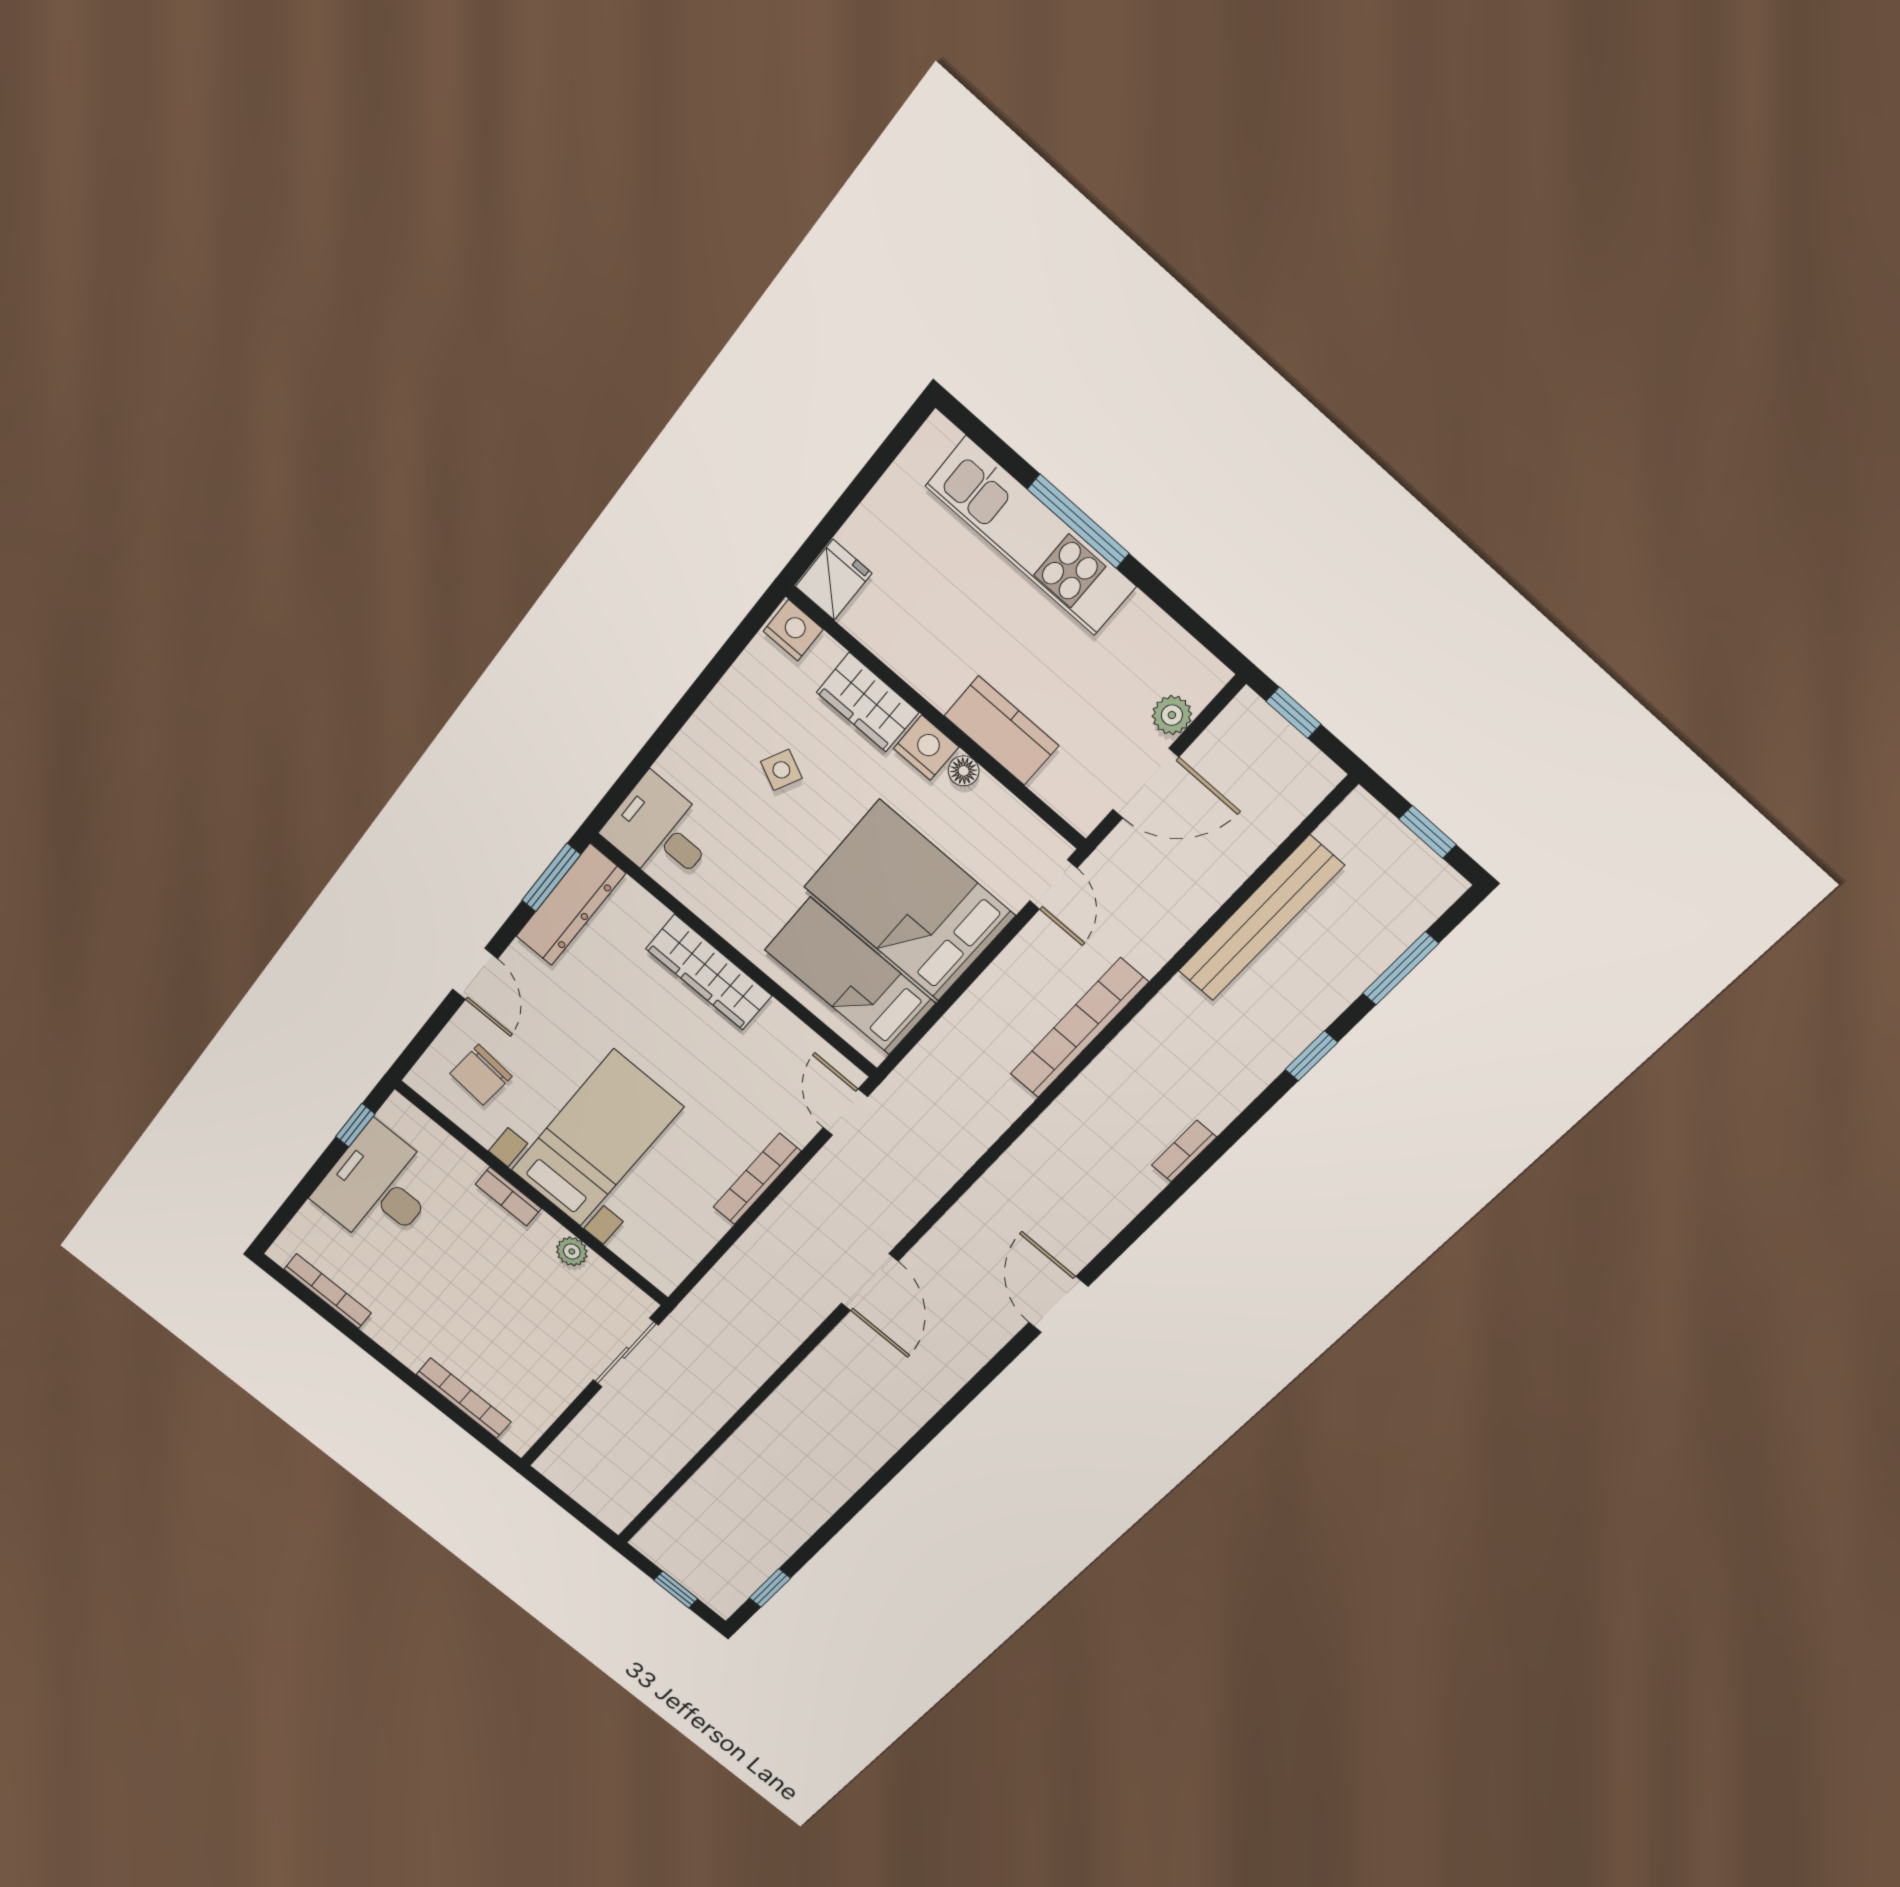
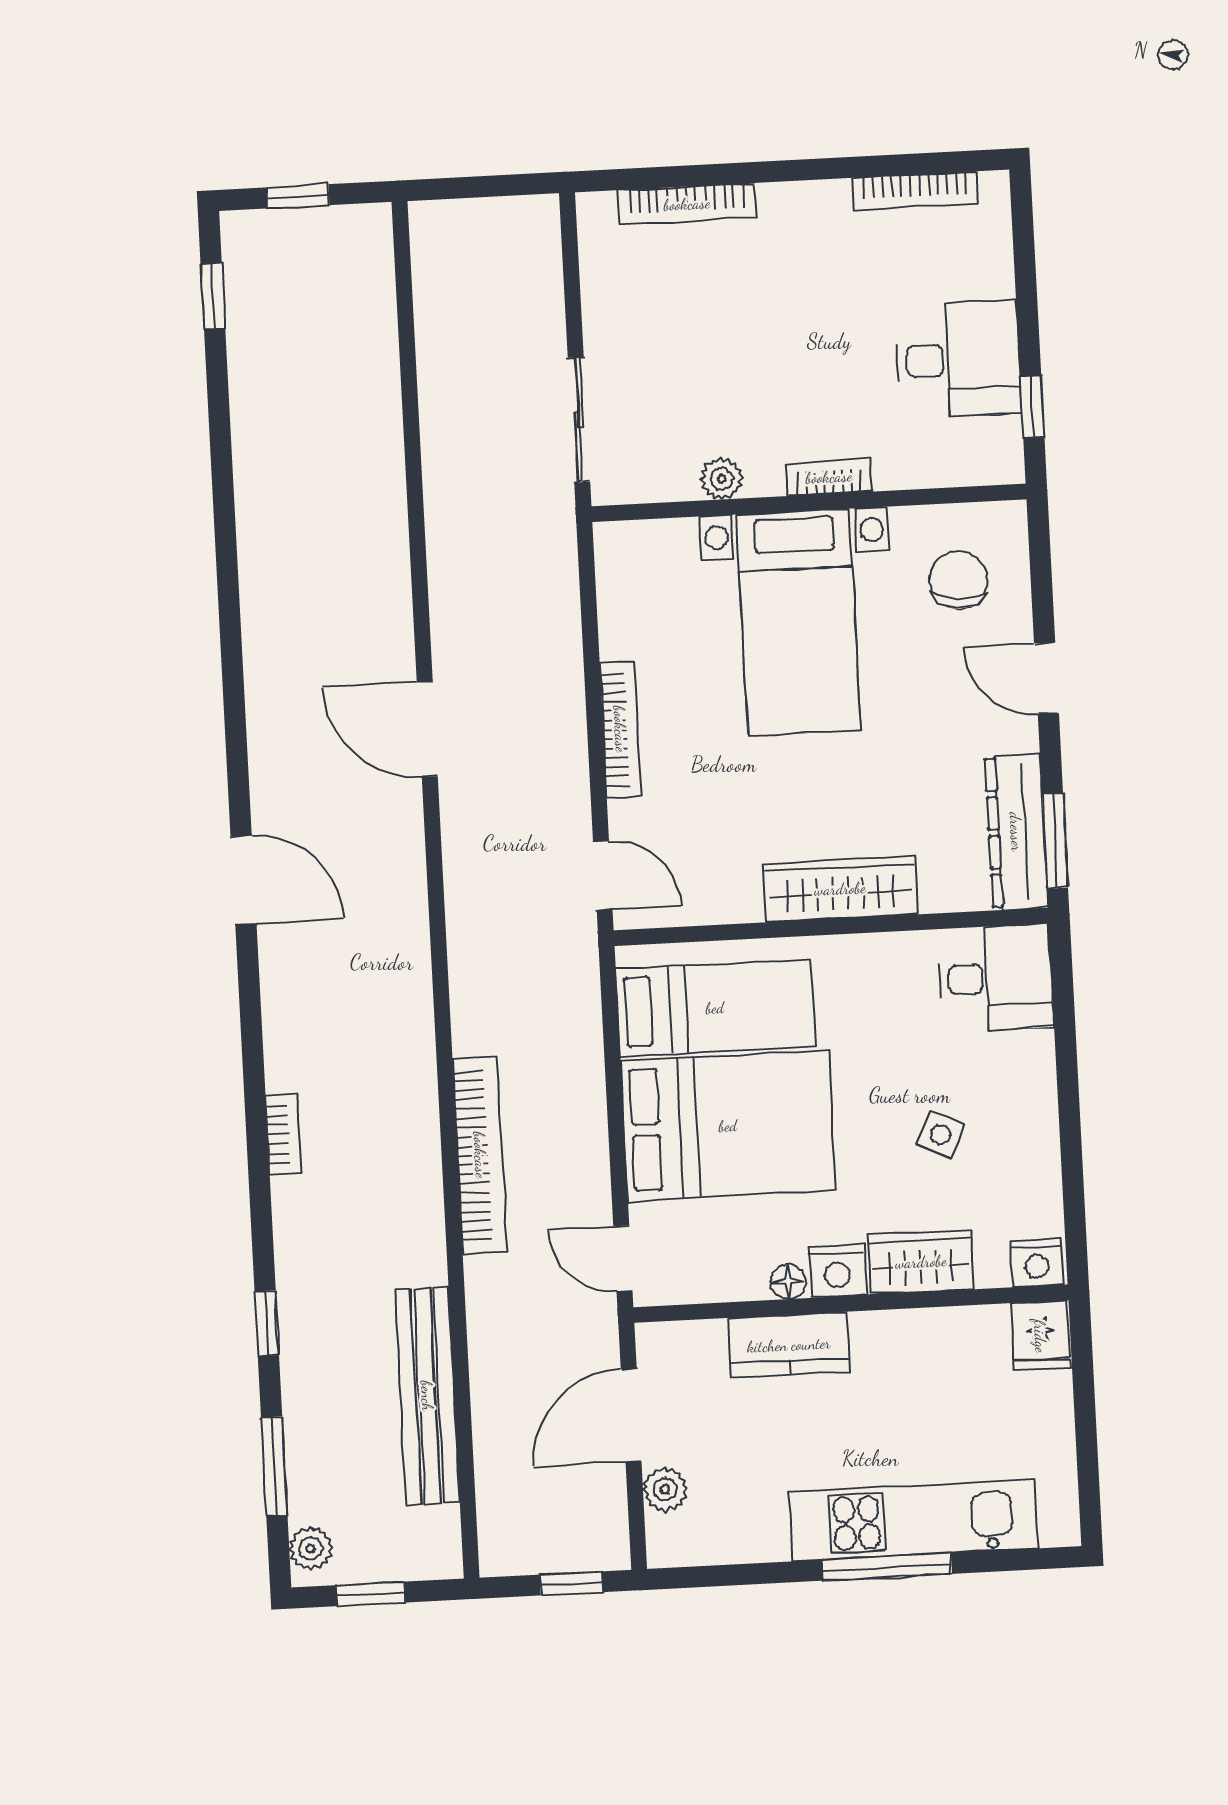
plant: (1434, 897) -> (311, 1548), added
desk: (378, 1188) -> (958, 359), width x0.73

